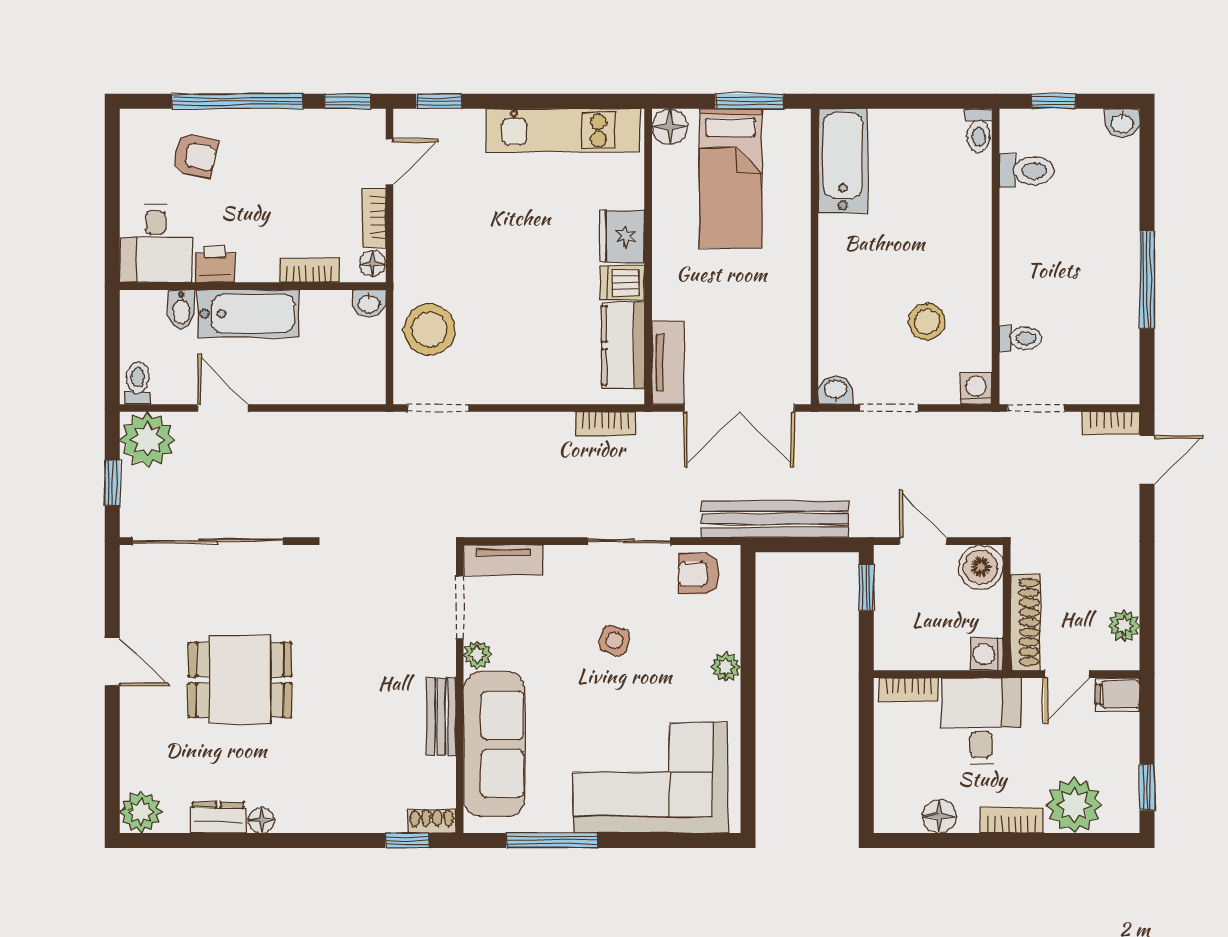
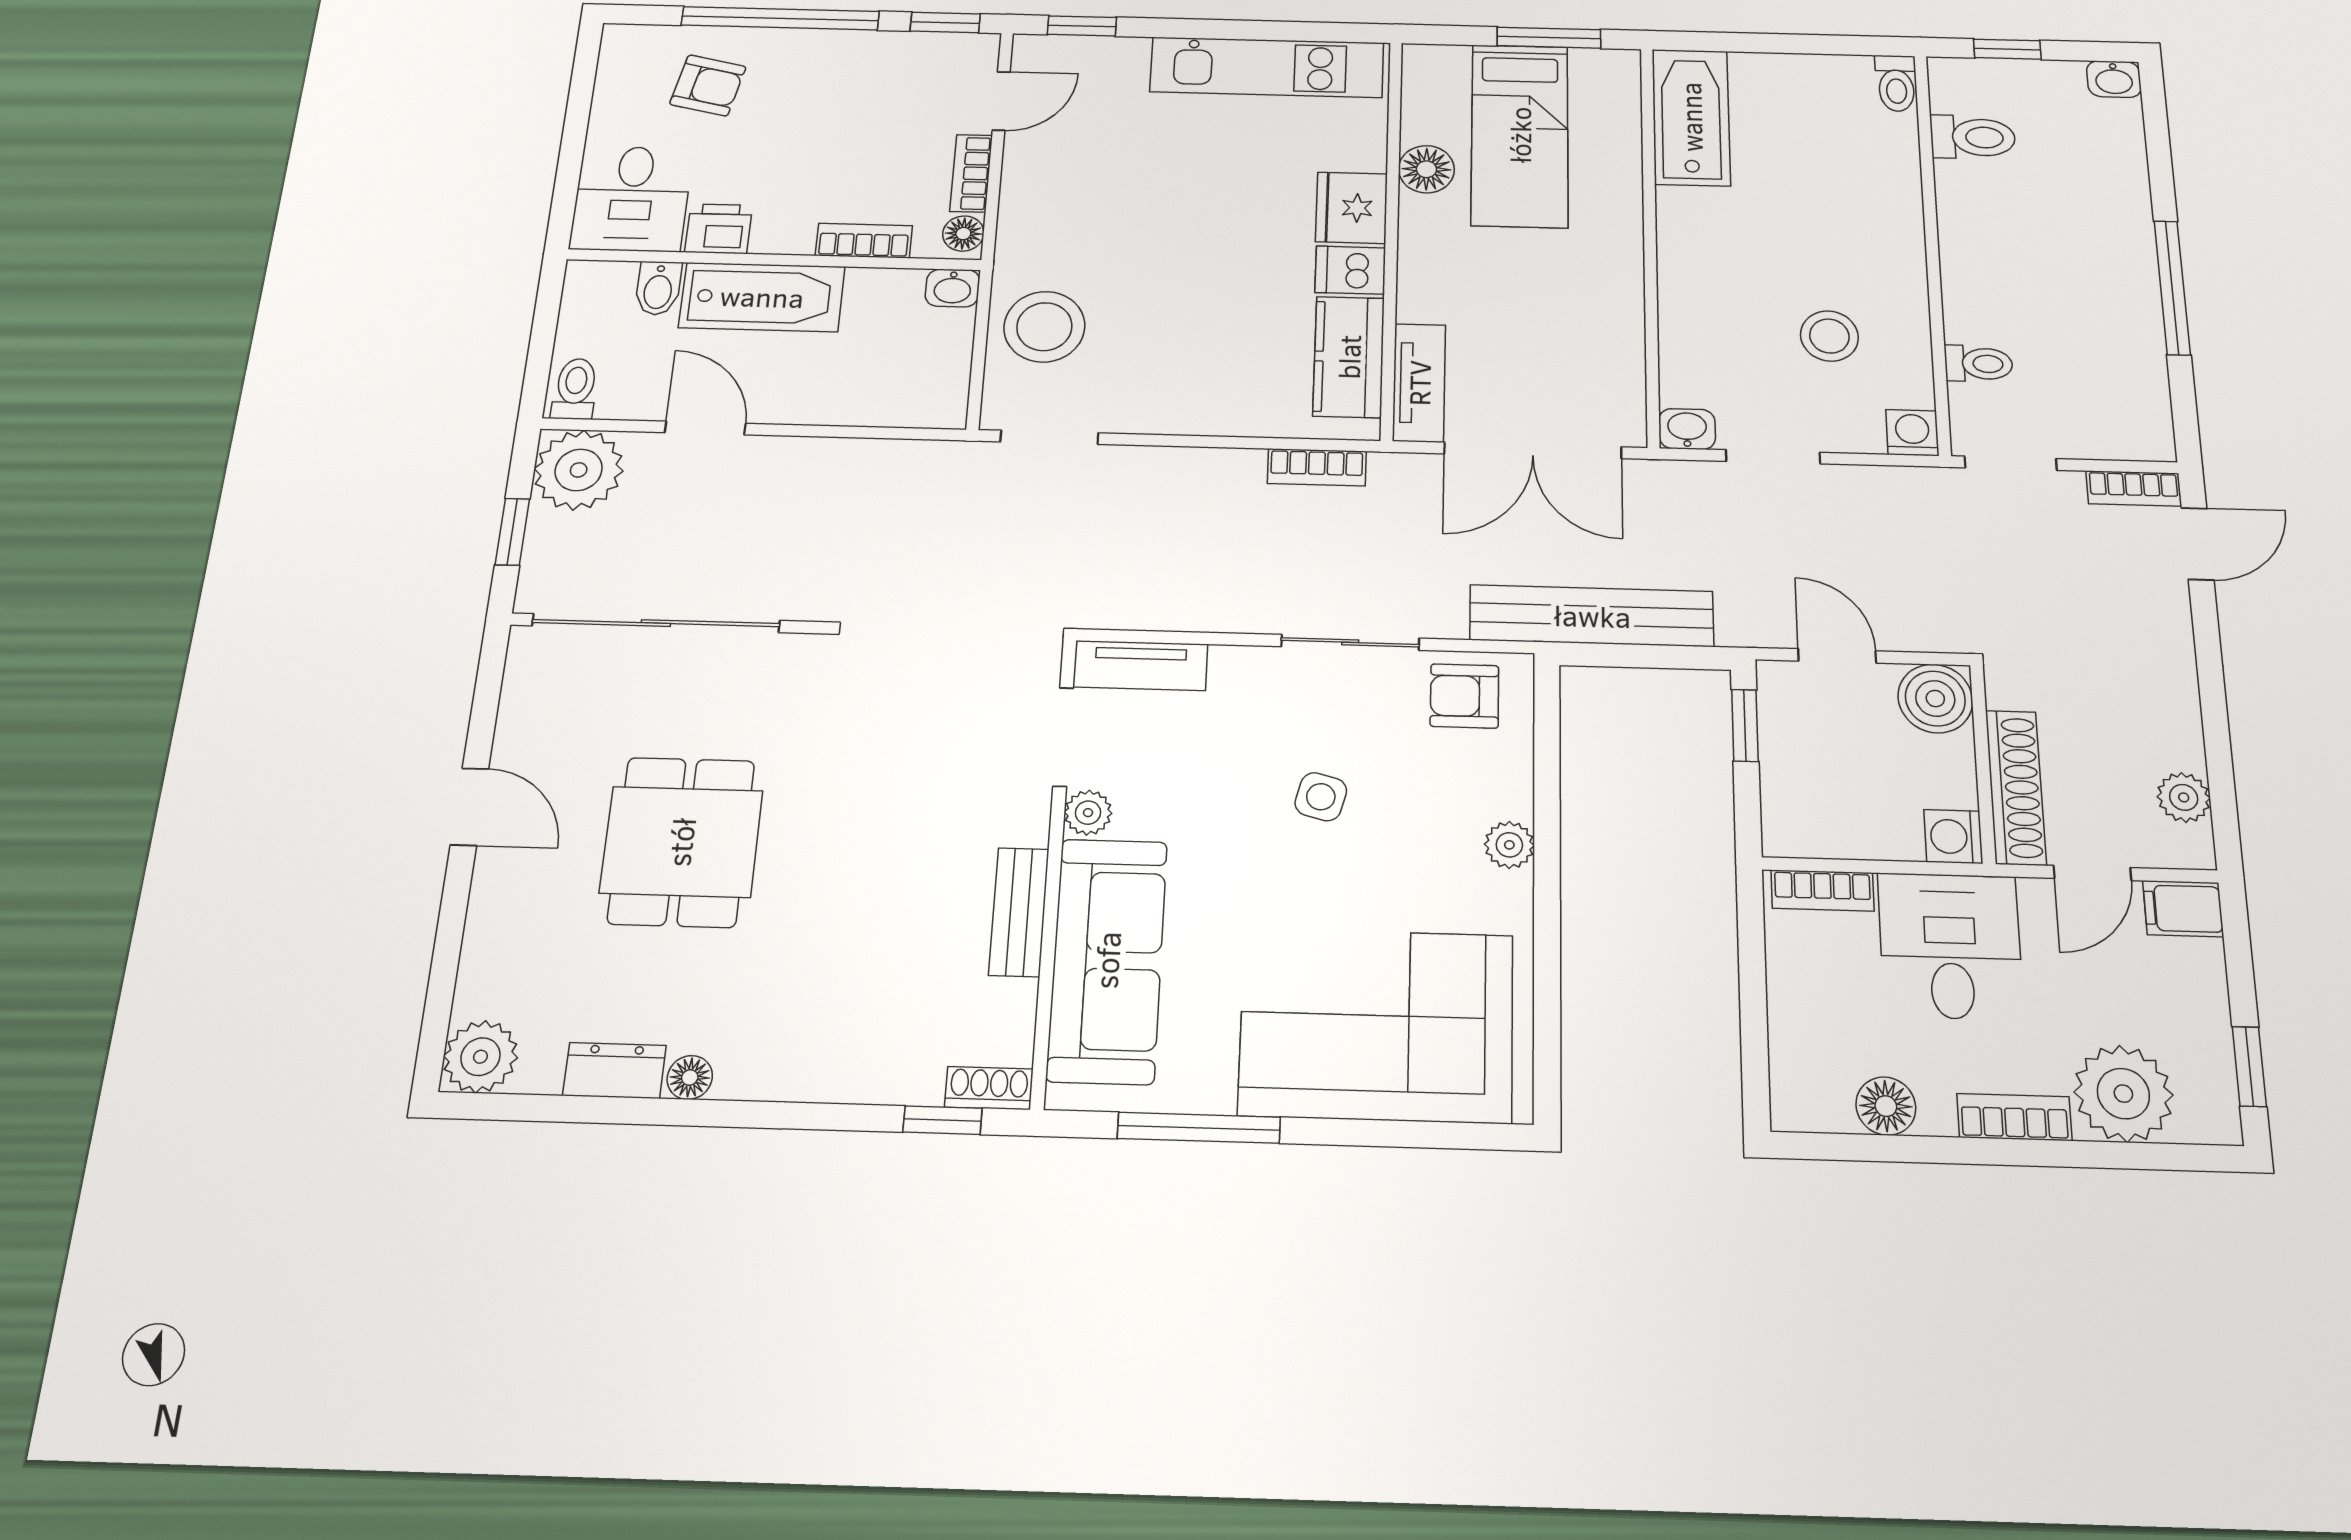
floor lamp: (670, 127) -> (1426, 169), moved
dining table: (240, 680) -> (681, 842), turned 90

